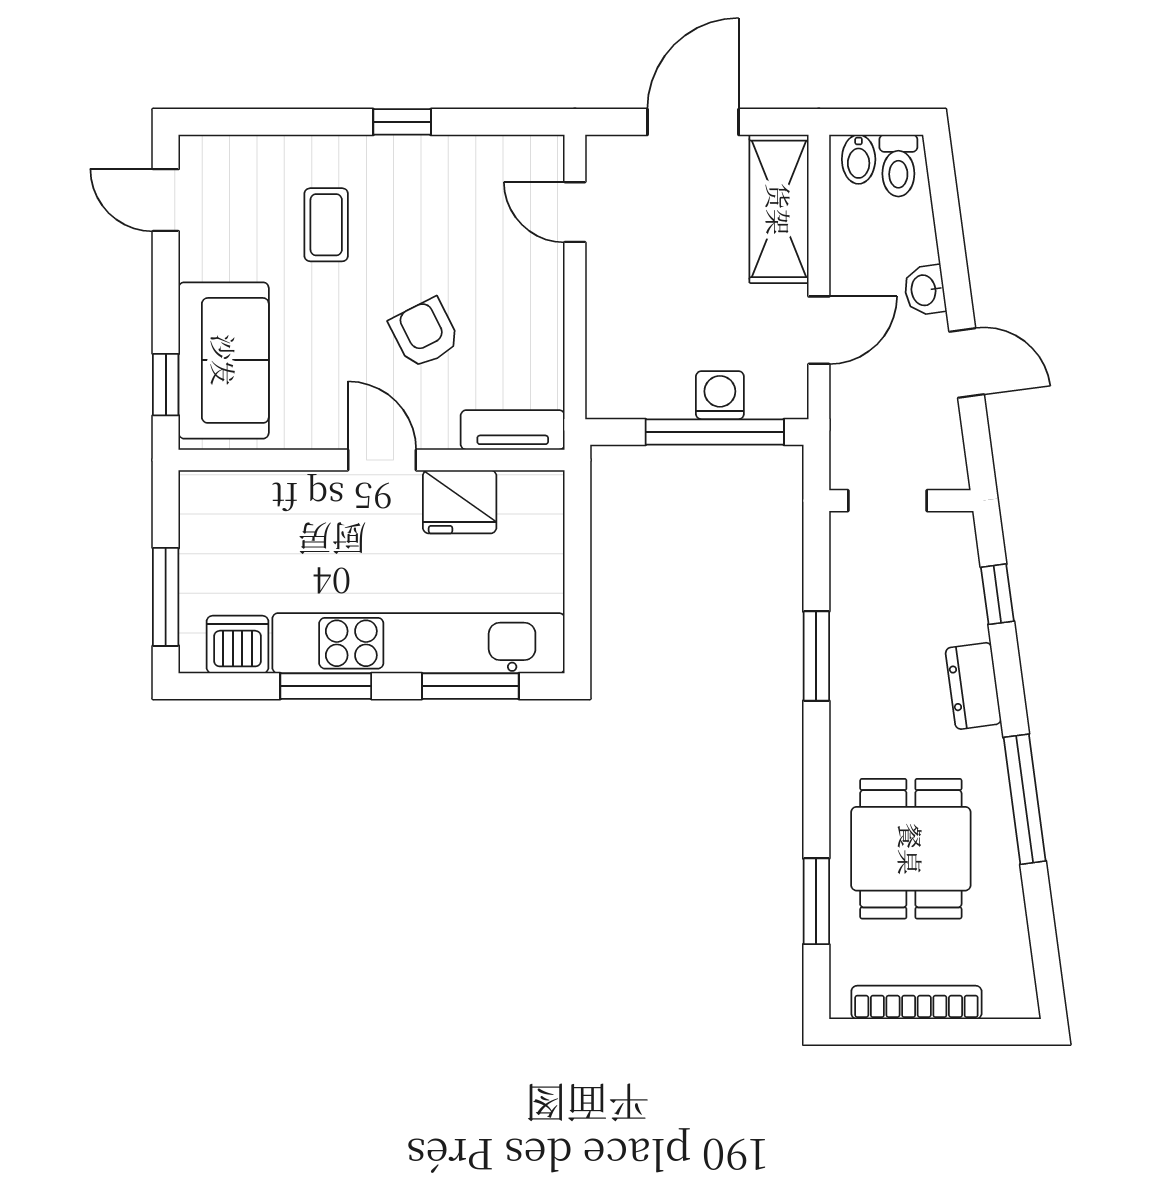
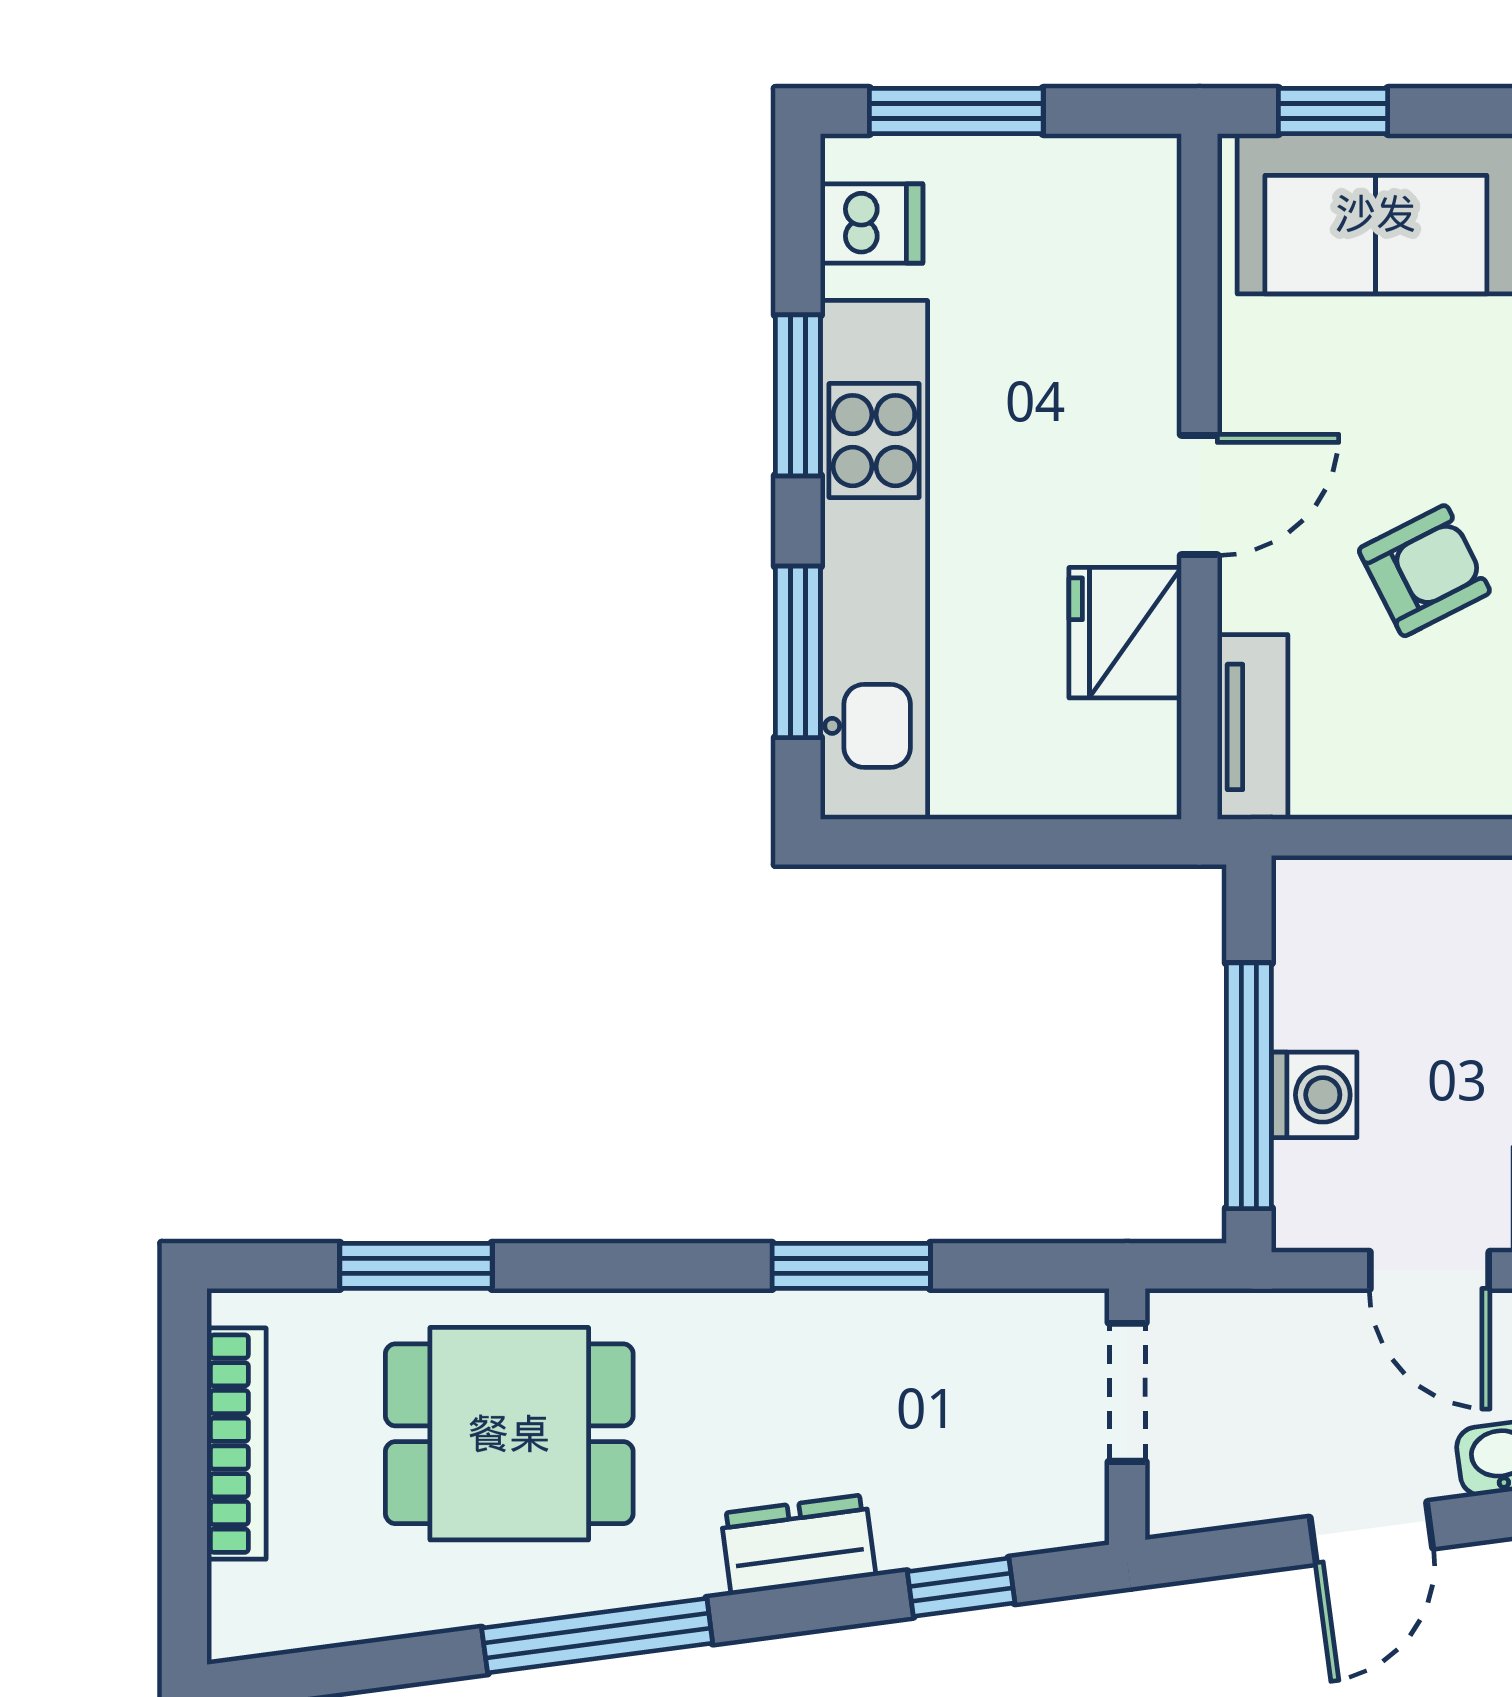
dishwasher: (238, 645) -> (872, 223), width x0.73

